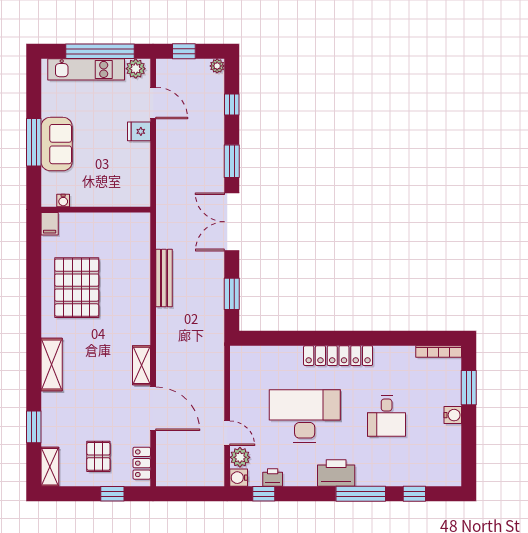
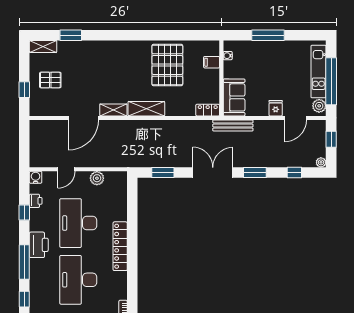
sofa: (57, 144) -> (234, 97), moved, turned -90
filing cabinet: (50, 224) -> (212, 62), moved
bench: (164, 278) -> (233, 125), moved
pallet: (77, 288) -> (167, 65), turned 90
shelving: (52, 365) -> (146, 109), moved
desk: (305, 416) -> (78, 223), turned 180
desk: (387, 416) -> (78, 280), width x1.87, depth x1.30
plant: (240, 457) -> (97, 178), moved
locker: (142, 463) -> (208, 110), moved
window: (264, 494) -> (24, 212), moved

